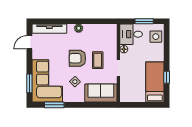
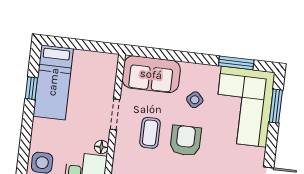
armchair: (77, 58) -> (186, 141), turned -90

